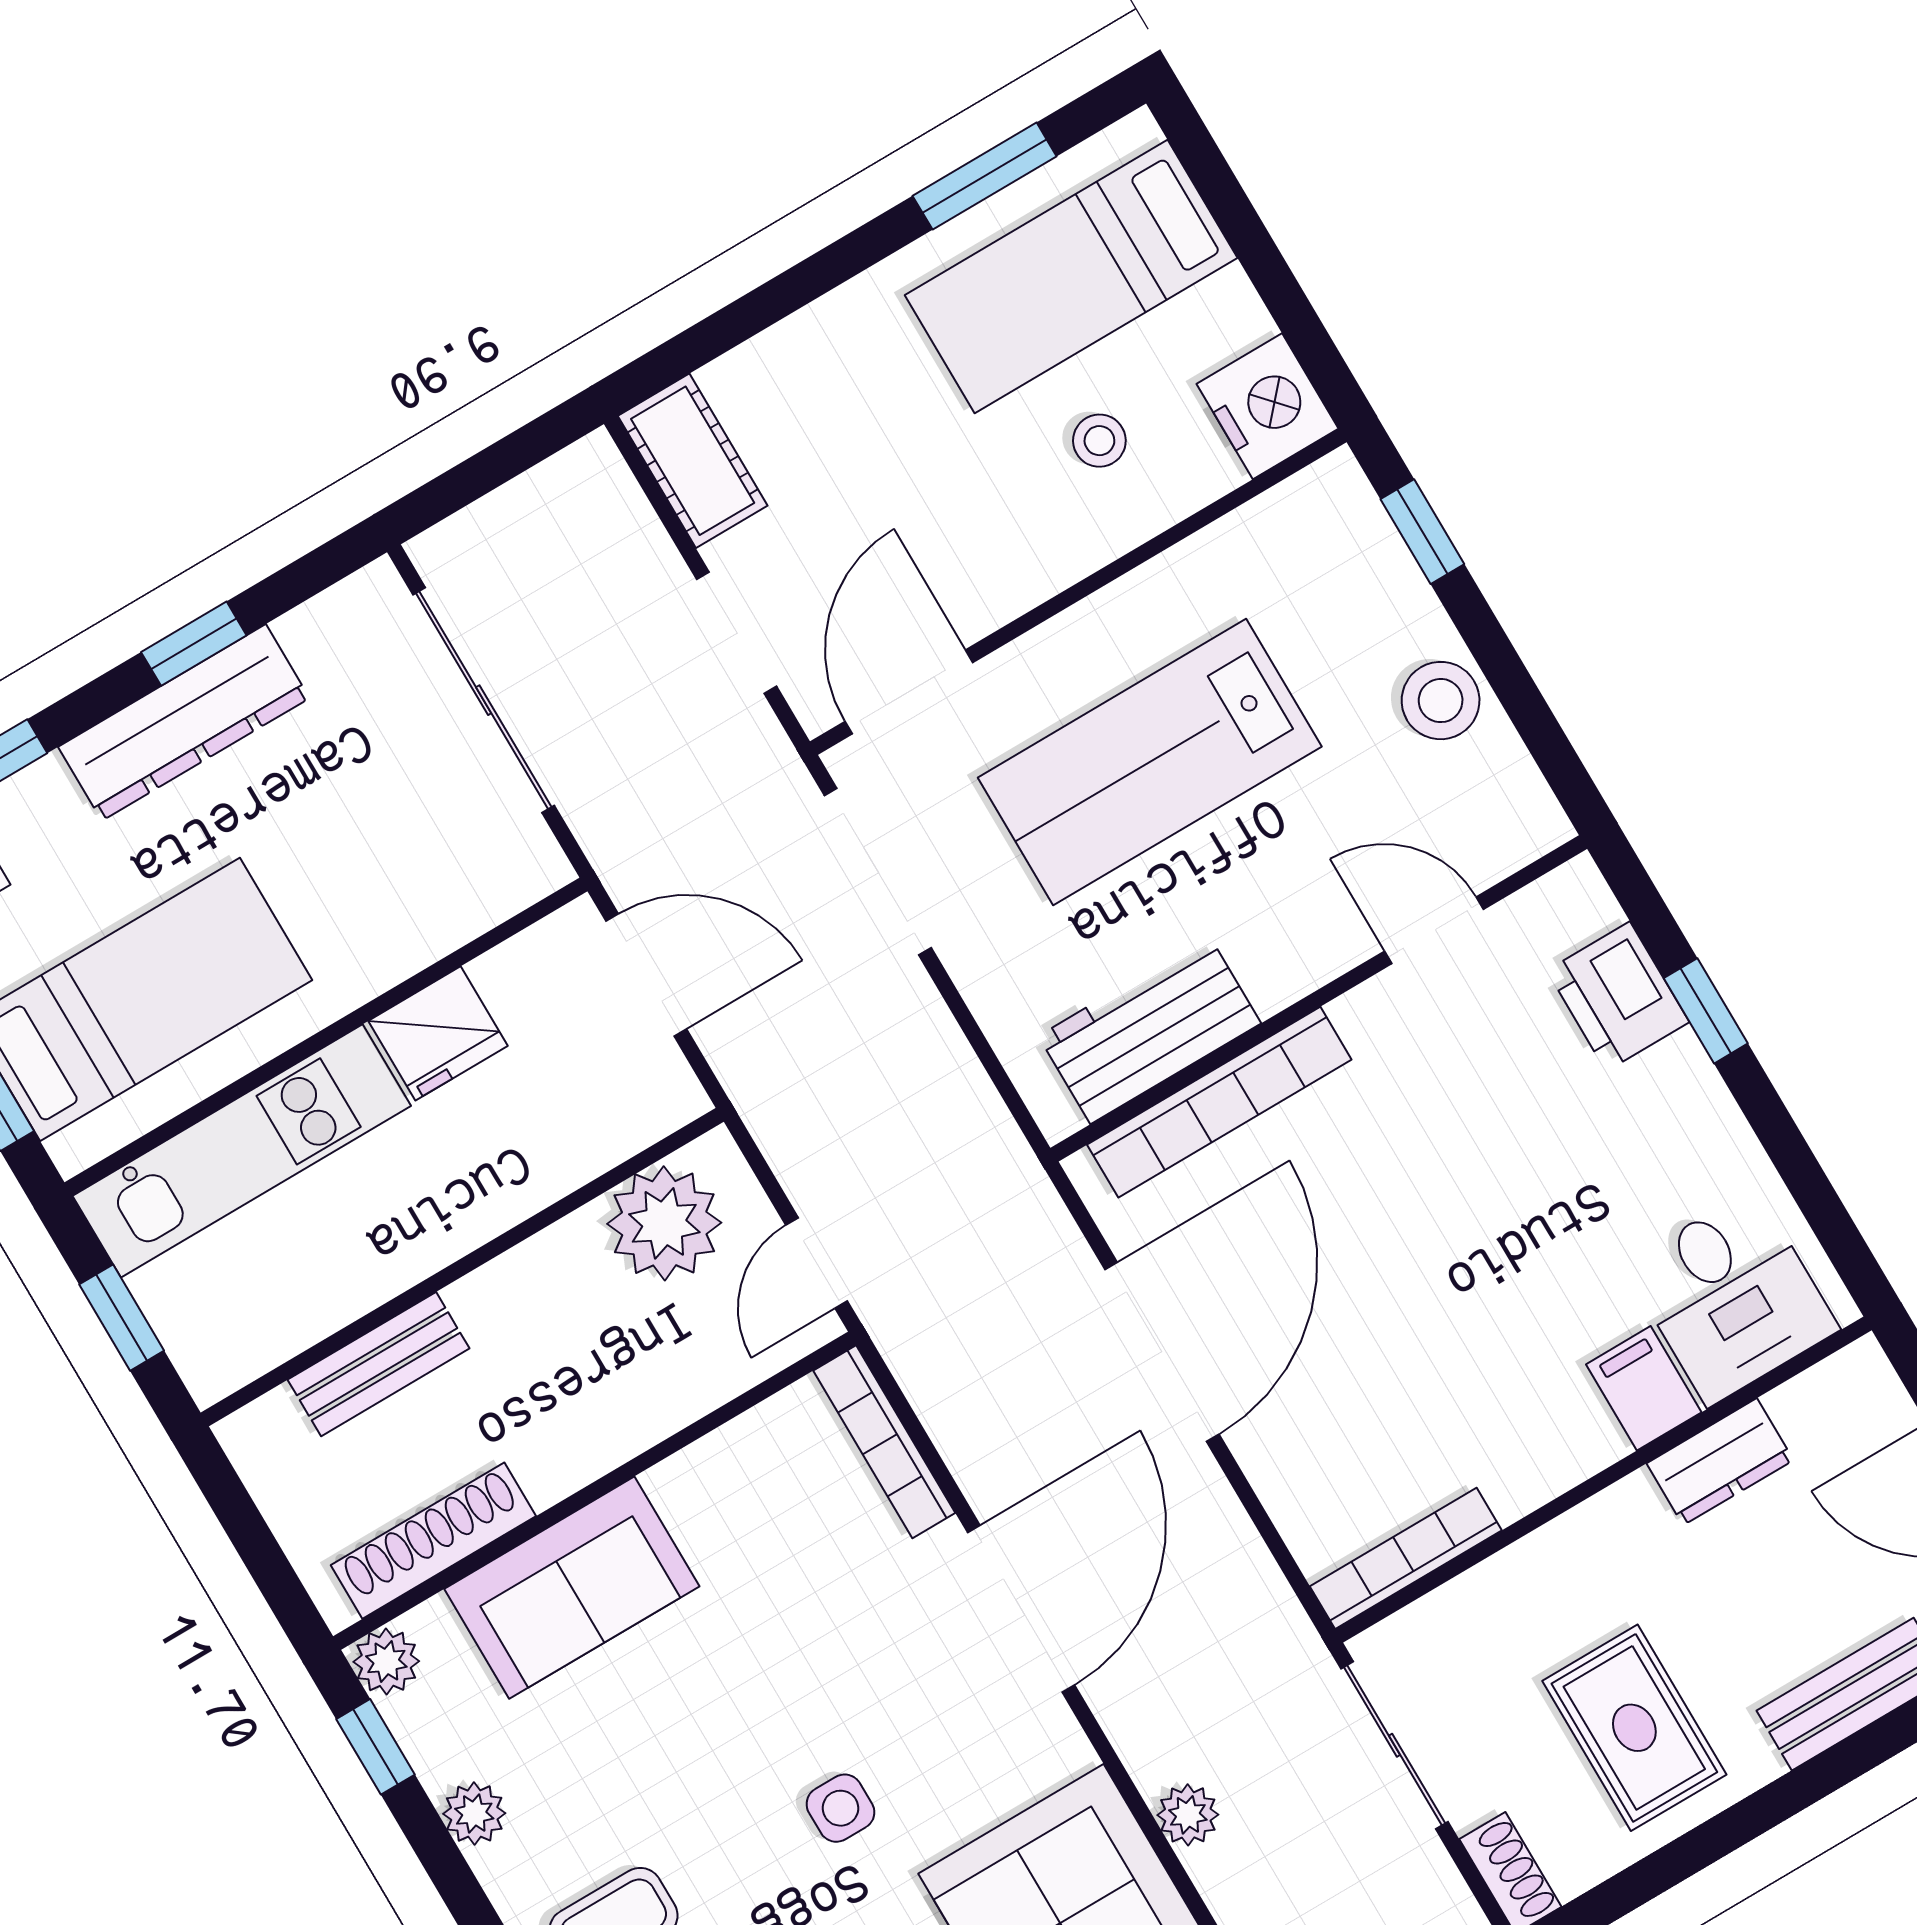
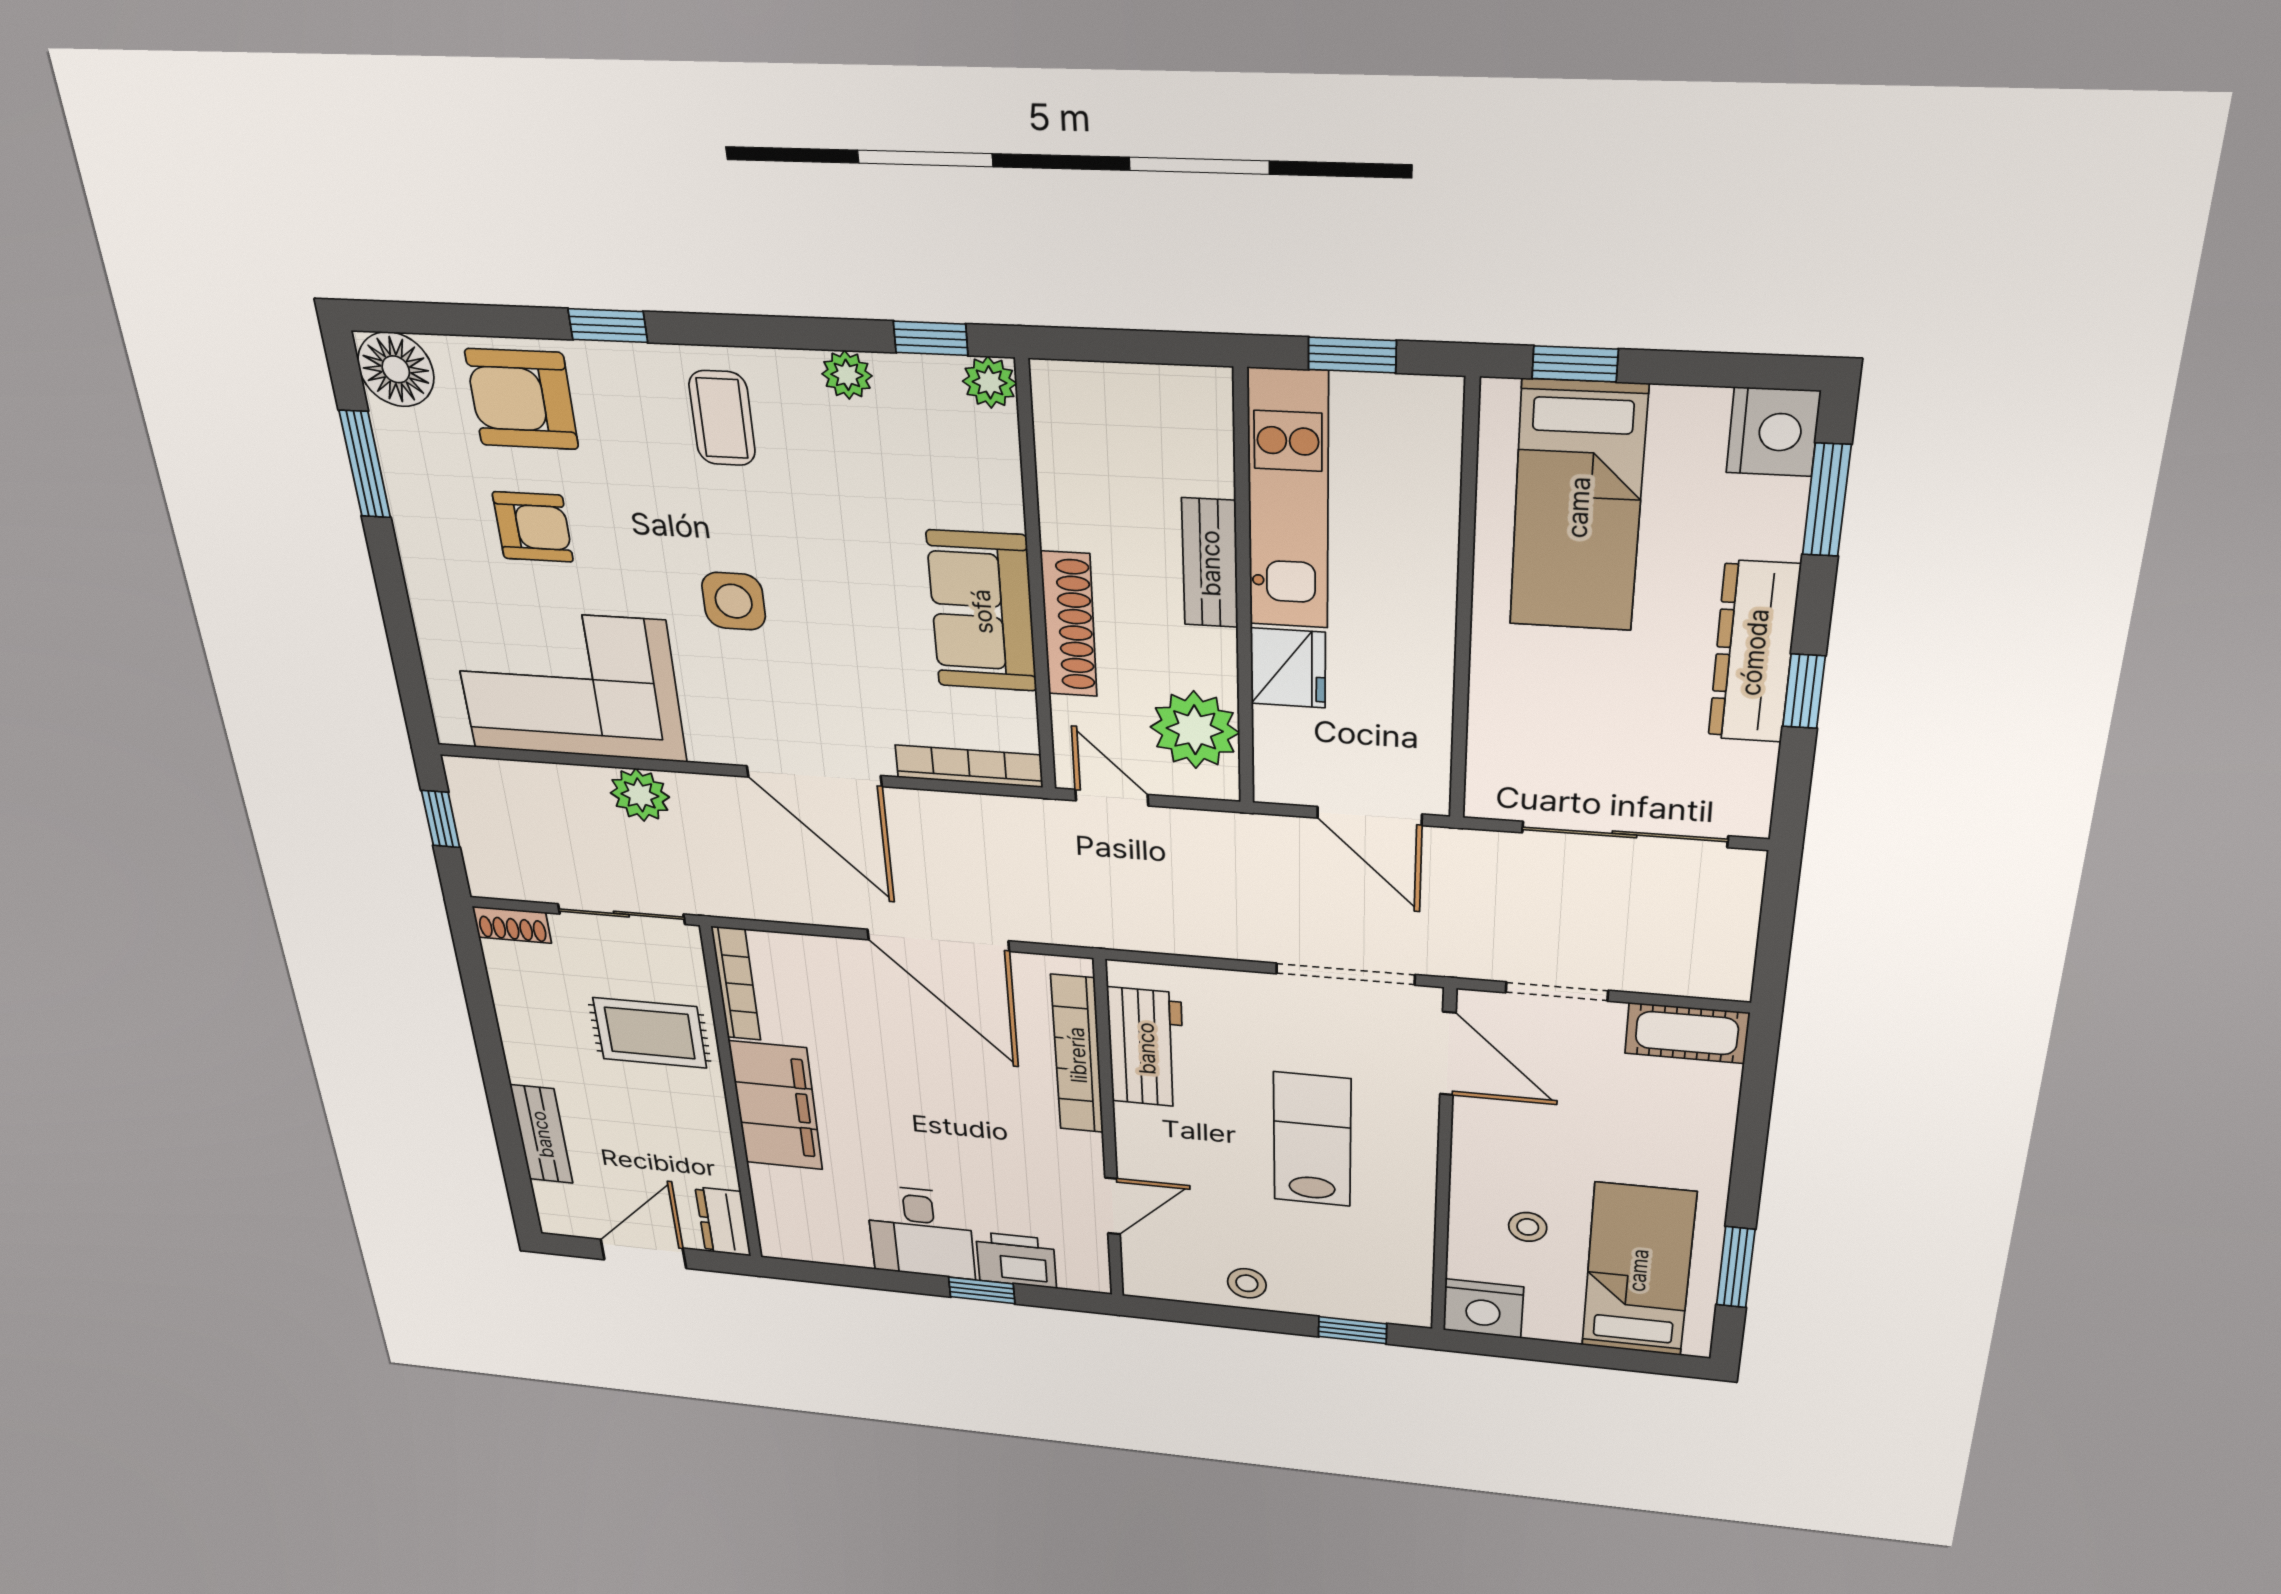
stool: (1441, 701) -> (1247, 1283), width x0.73, depth x0.73
lab bench: (1150, 762) -> (1312, 1140), width x0.73, depth x0.72
door: (646, 975) -> (1370, 816), hinge flipped
fridge: (438, 1033) -> (1288, 668), moved, turned 180
kitchen unit: (242, 1151) -> (1288, 501), moved, turned 180
desk: (1731, 1297) -> (921, 1232), moved, turned -90
bench: (379, 1364) -> (1210, 563), moved
filing cabinet: (1644, 1388) -> (776, 1106), width x3.00, depth x1.17
dresser: (1720, 1462) -> (723, 1222), moved
shoe rack: (433, 1541) -> (1069, 624), moved
sofa: (572, 1588) -> (982, 611), moved
rug: (1634, 1728) -> (650, 1033), moved
side table: (840, 1808) -> (734, 601), width x1.37, depth x1.37
plant: (1188, 1815) -> (640, 795), width x1.38, depth x1.38

